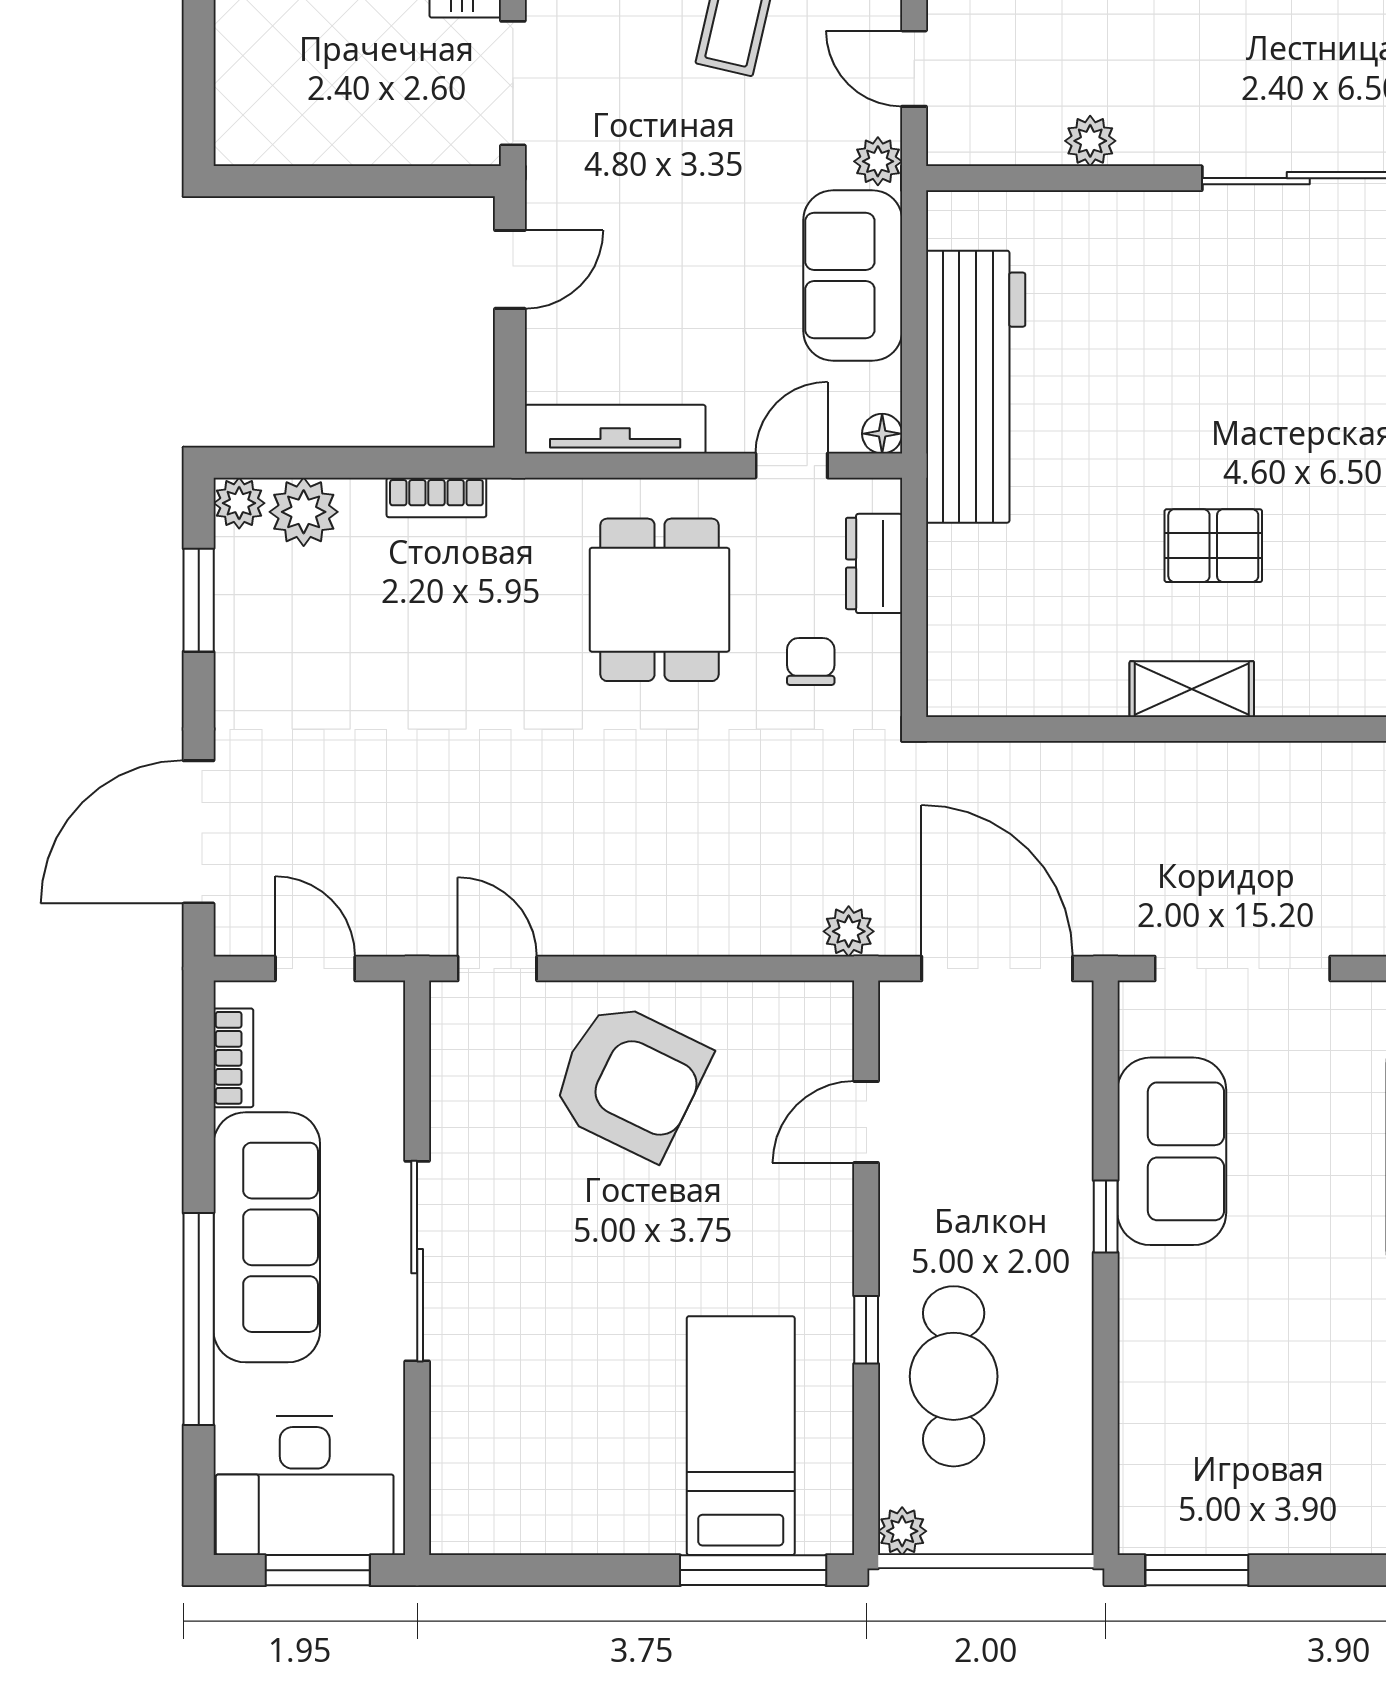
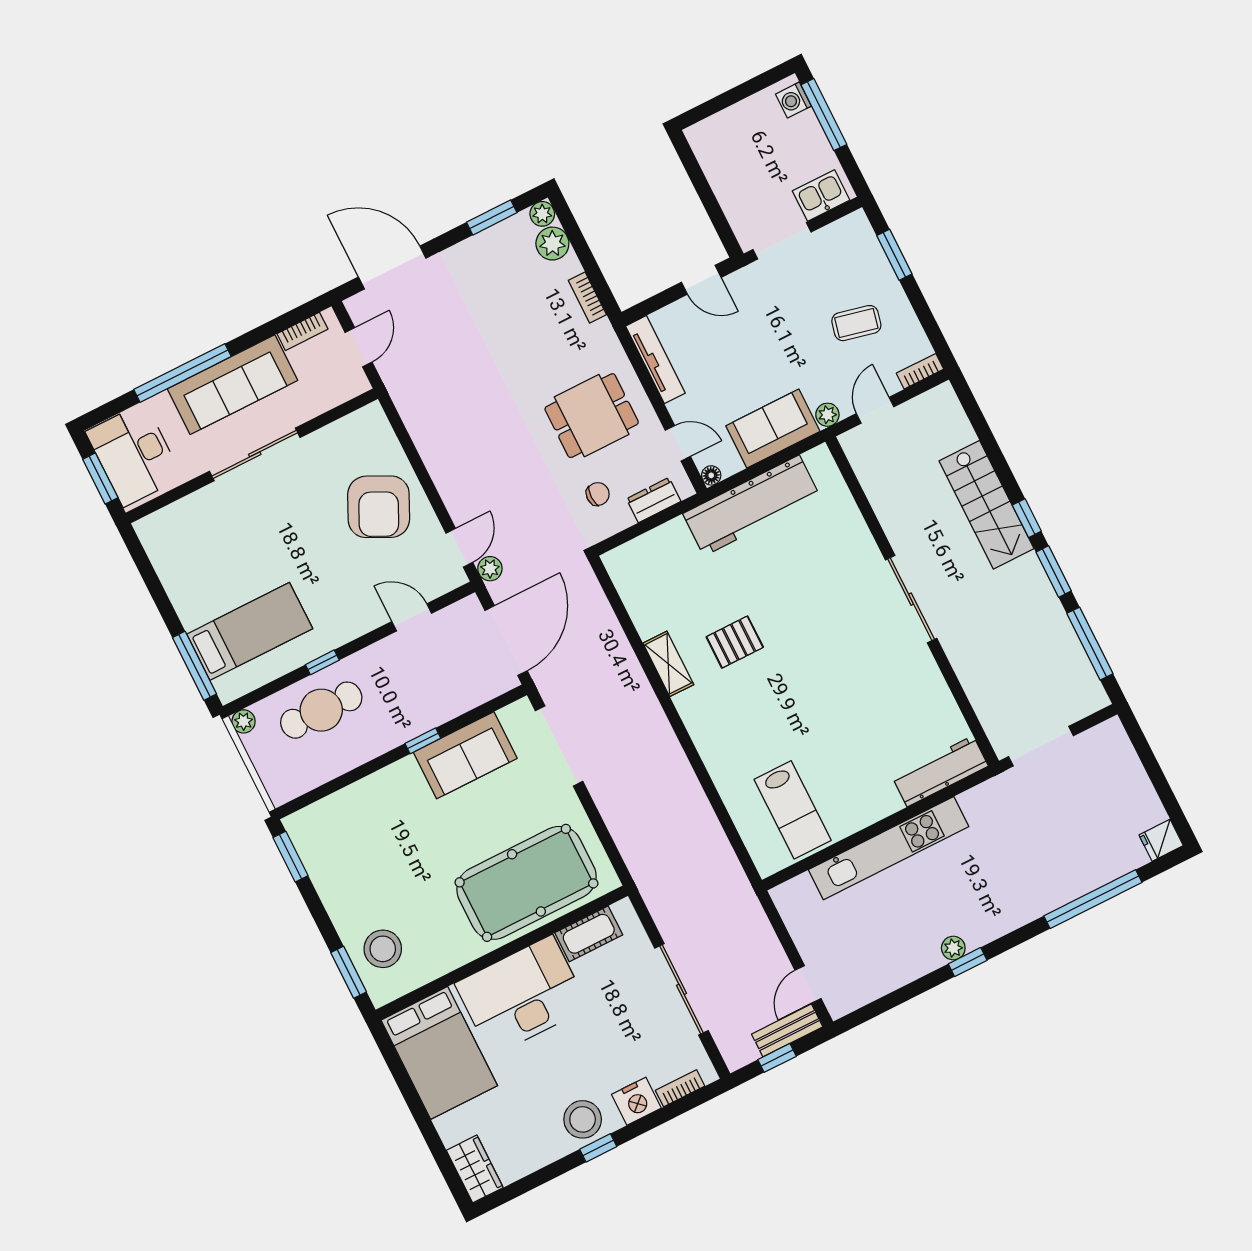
plant: (1090, 141) -> (882, 502), removed
pallet: (1213, 546) -> (735, 642), turned 90
door: (497, 968) -> (459, 548), moved

